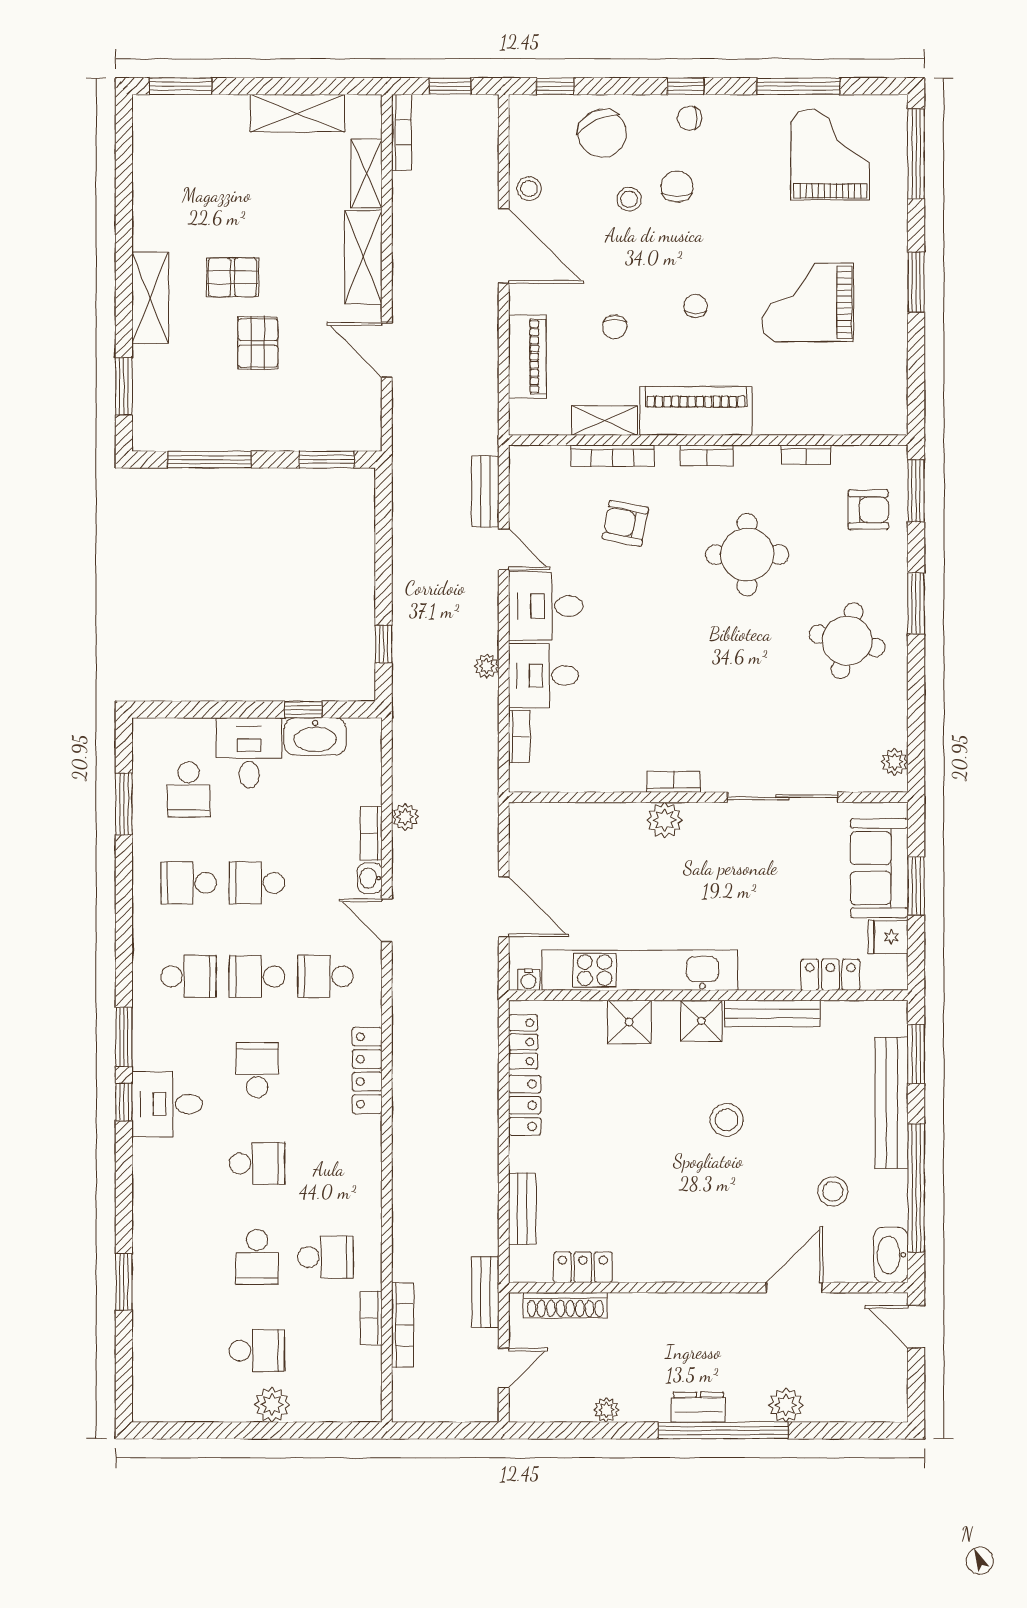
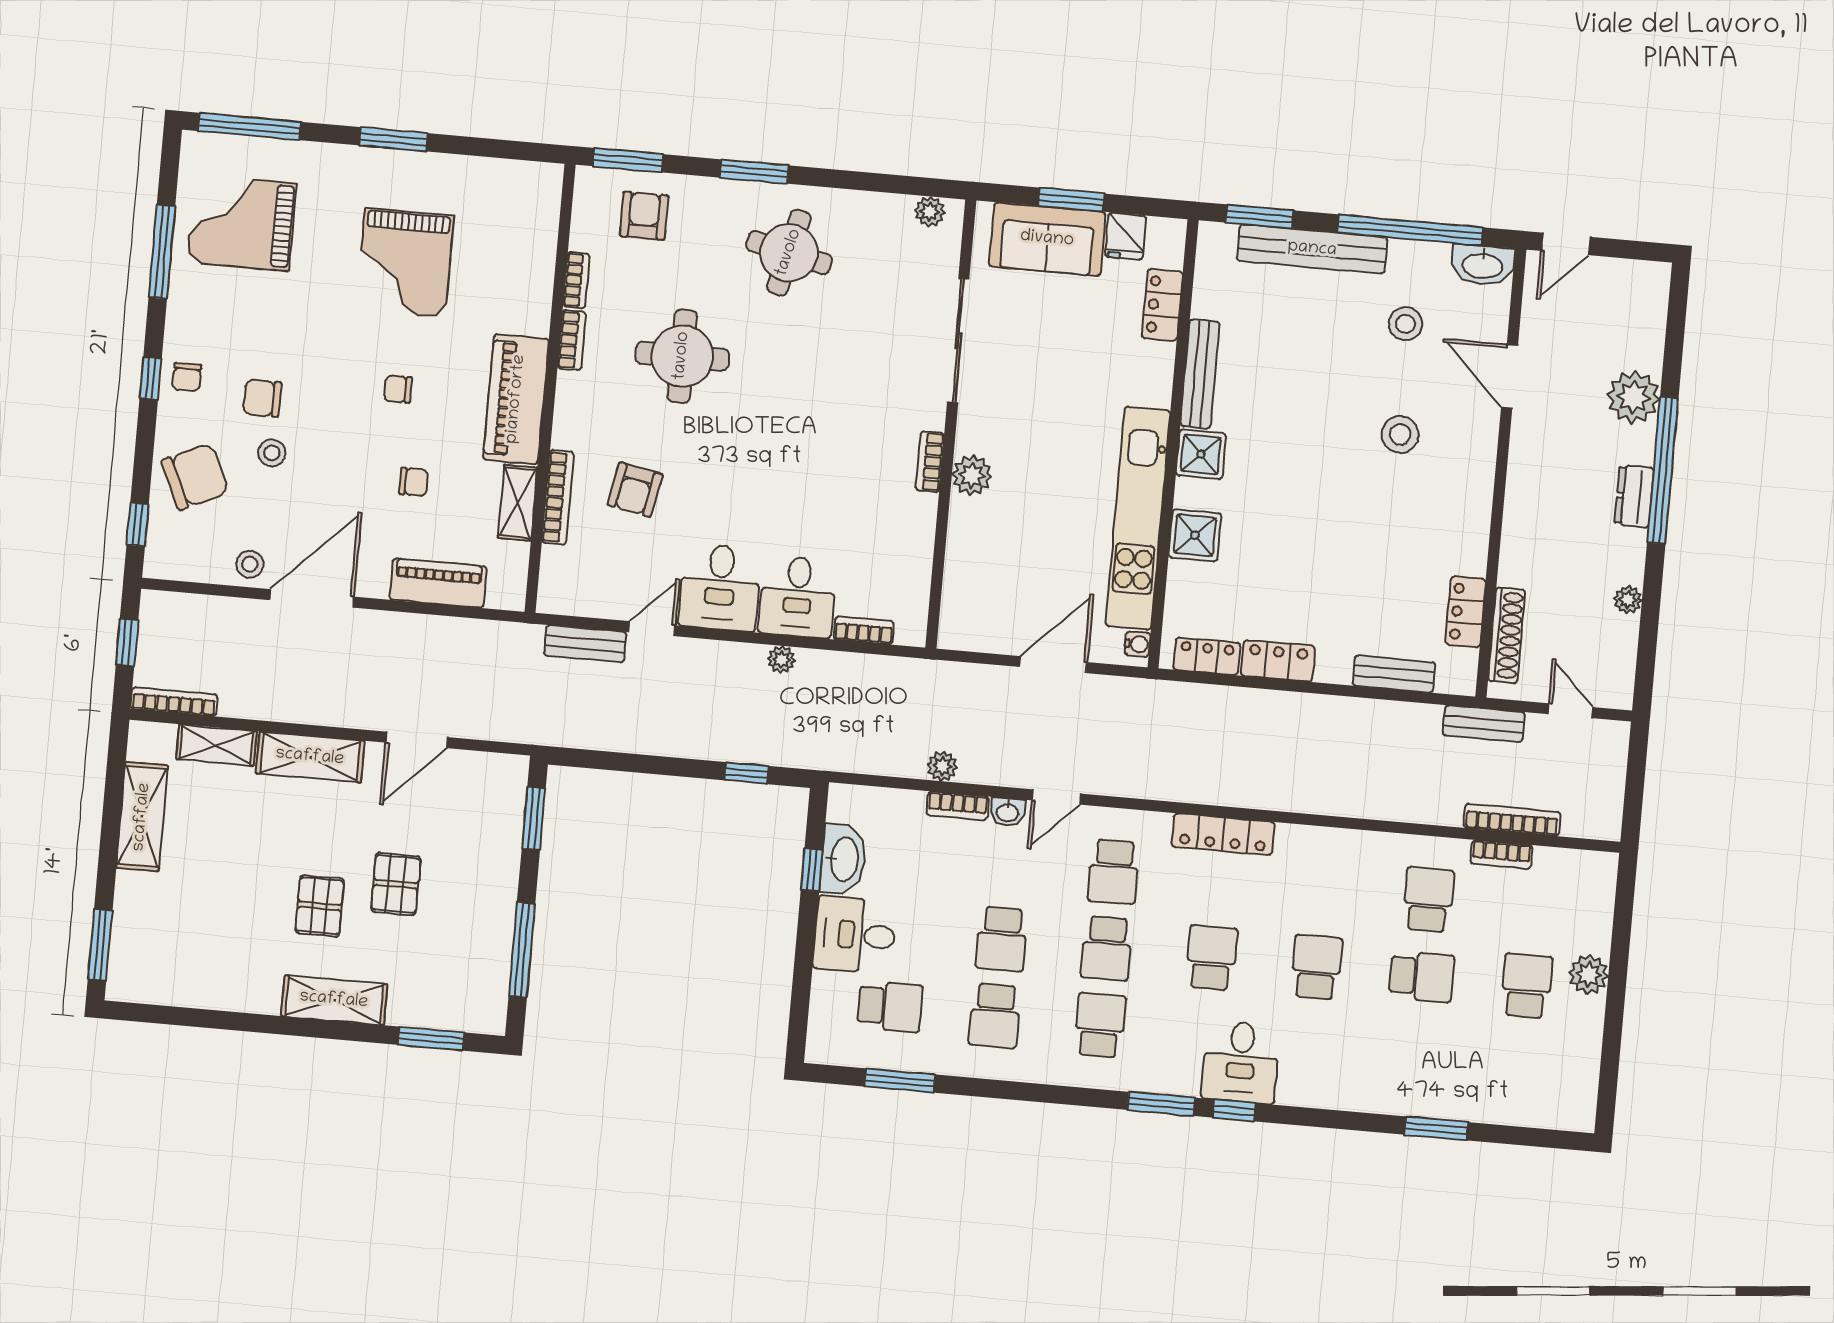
pallet: (258, 343) -> (396, 884), turned 90
bookcase: (707, 455) -> (572, 340), moved
school desk: (257, 1070) -> (1212, 958), turned 90
stool: (726, 1120) -> (1400, 434), moved
plant: (786, 1405) -> (1633, 397), width x1.36, depth x1.36

